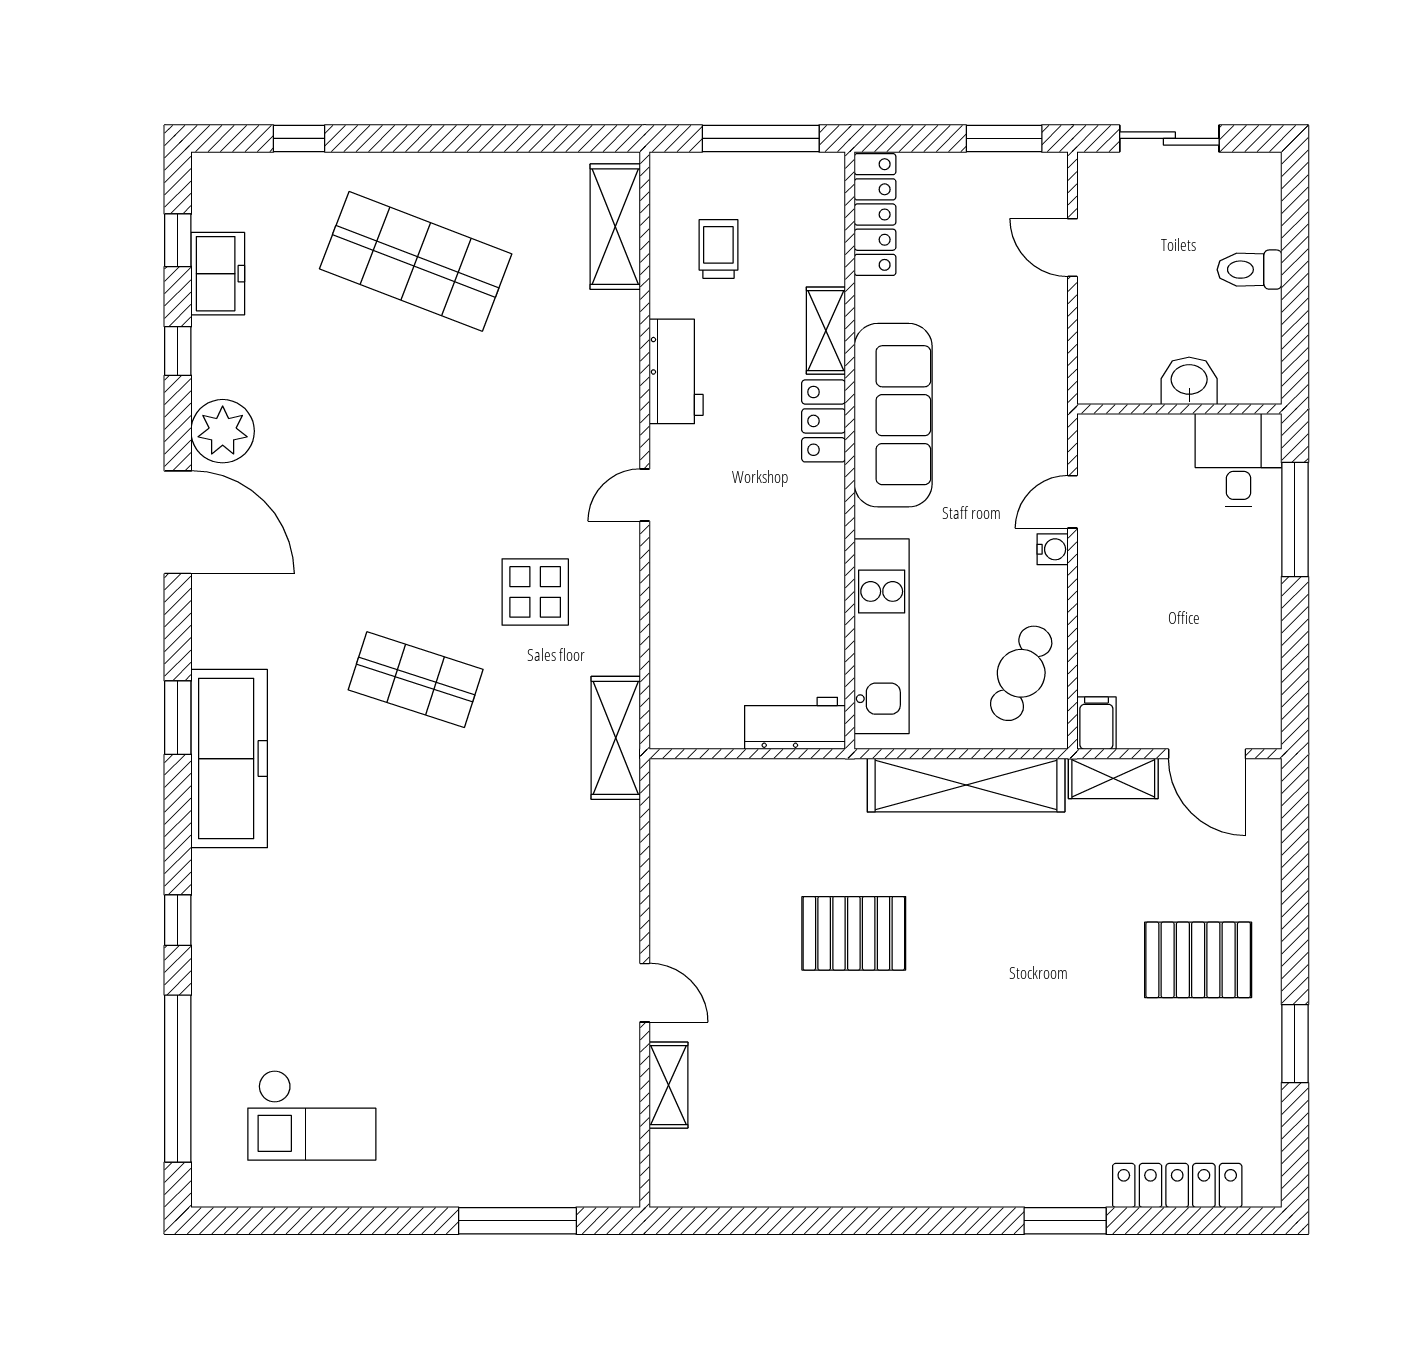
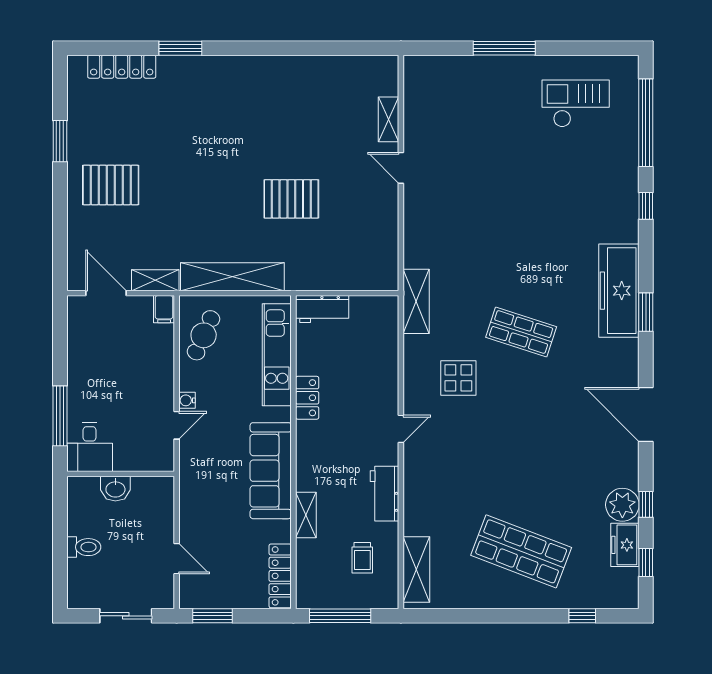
locker: (824, 421) -> (307, 398), moved
plant: (223, 431) -> (622, 505), moved
window: (517, 1221) -> (504, 48), moved

